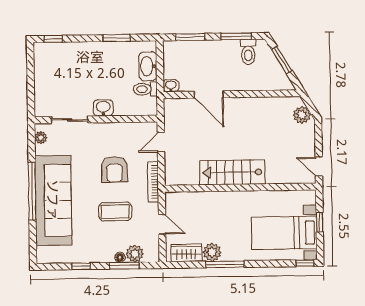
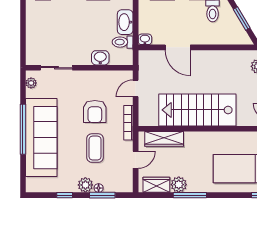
washbasin: (103, 108) -> (100, 58), moved
stairs: (232, 172) -> (197, 110), width x1.36, depth x1.51
wardrobe: (195, 200) -> (164, 139), added
coffee table: (115, 212) -> (95, 148), turned 90
door: (162, 224) -> (136, 160), hinge flipped
plant: (135, 254) -> (85, 185), moved

